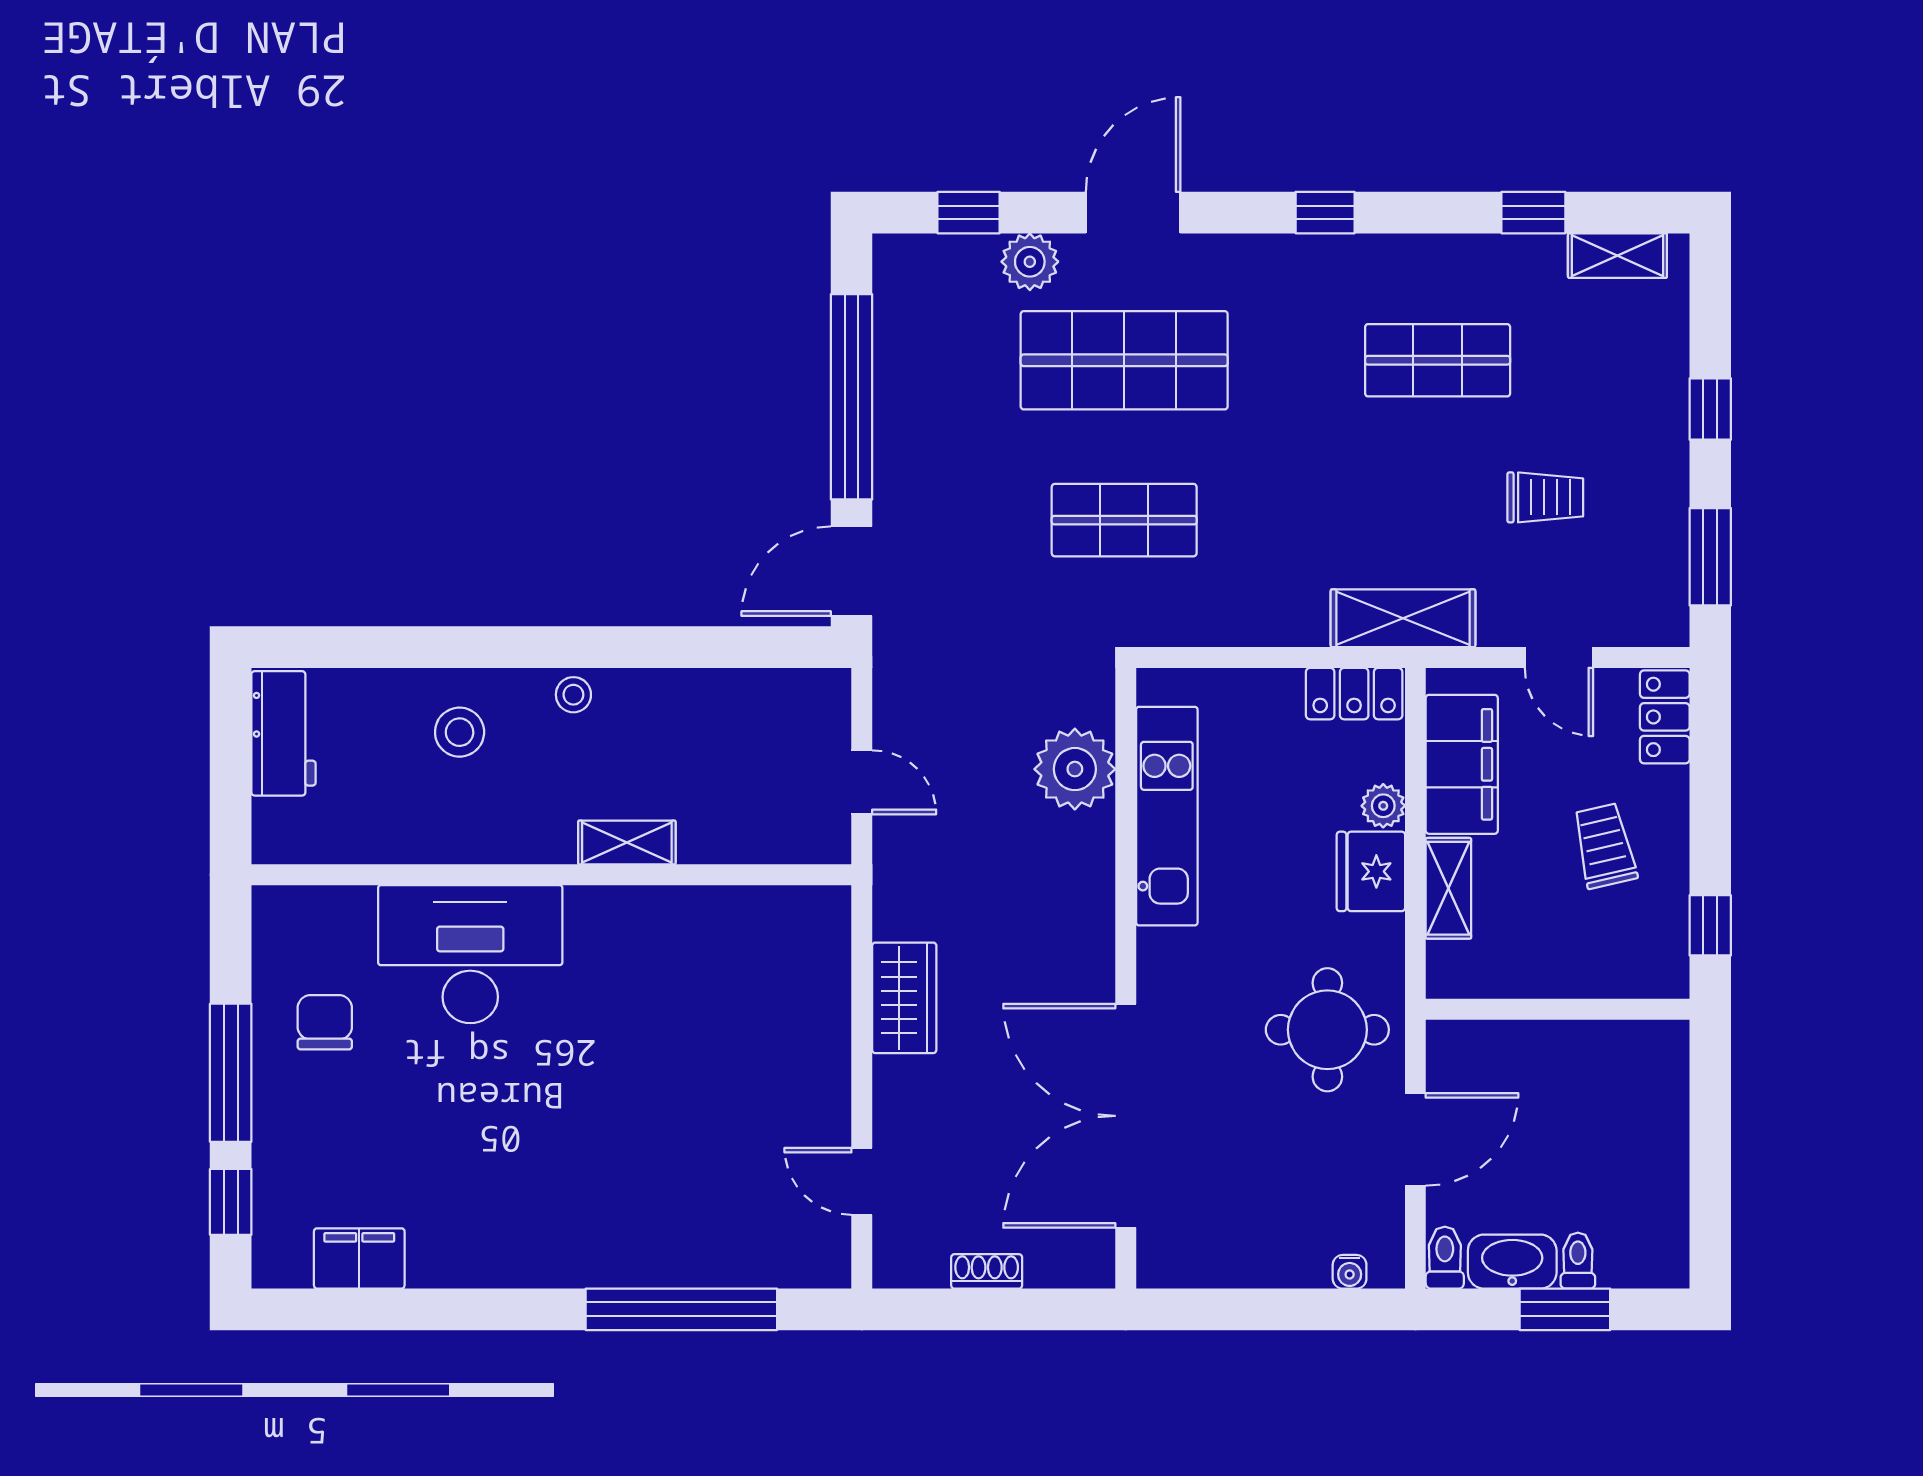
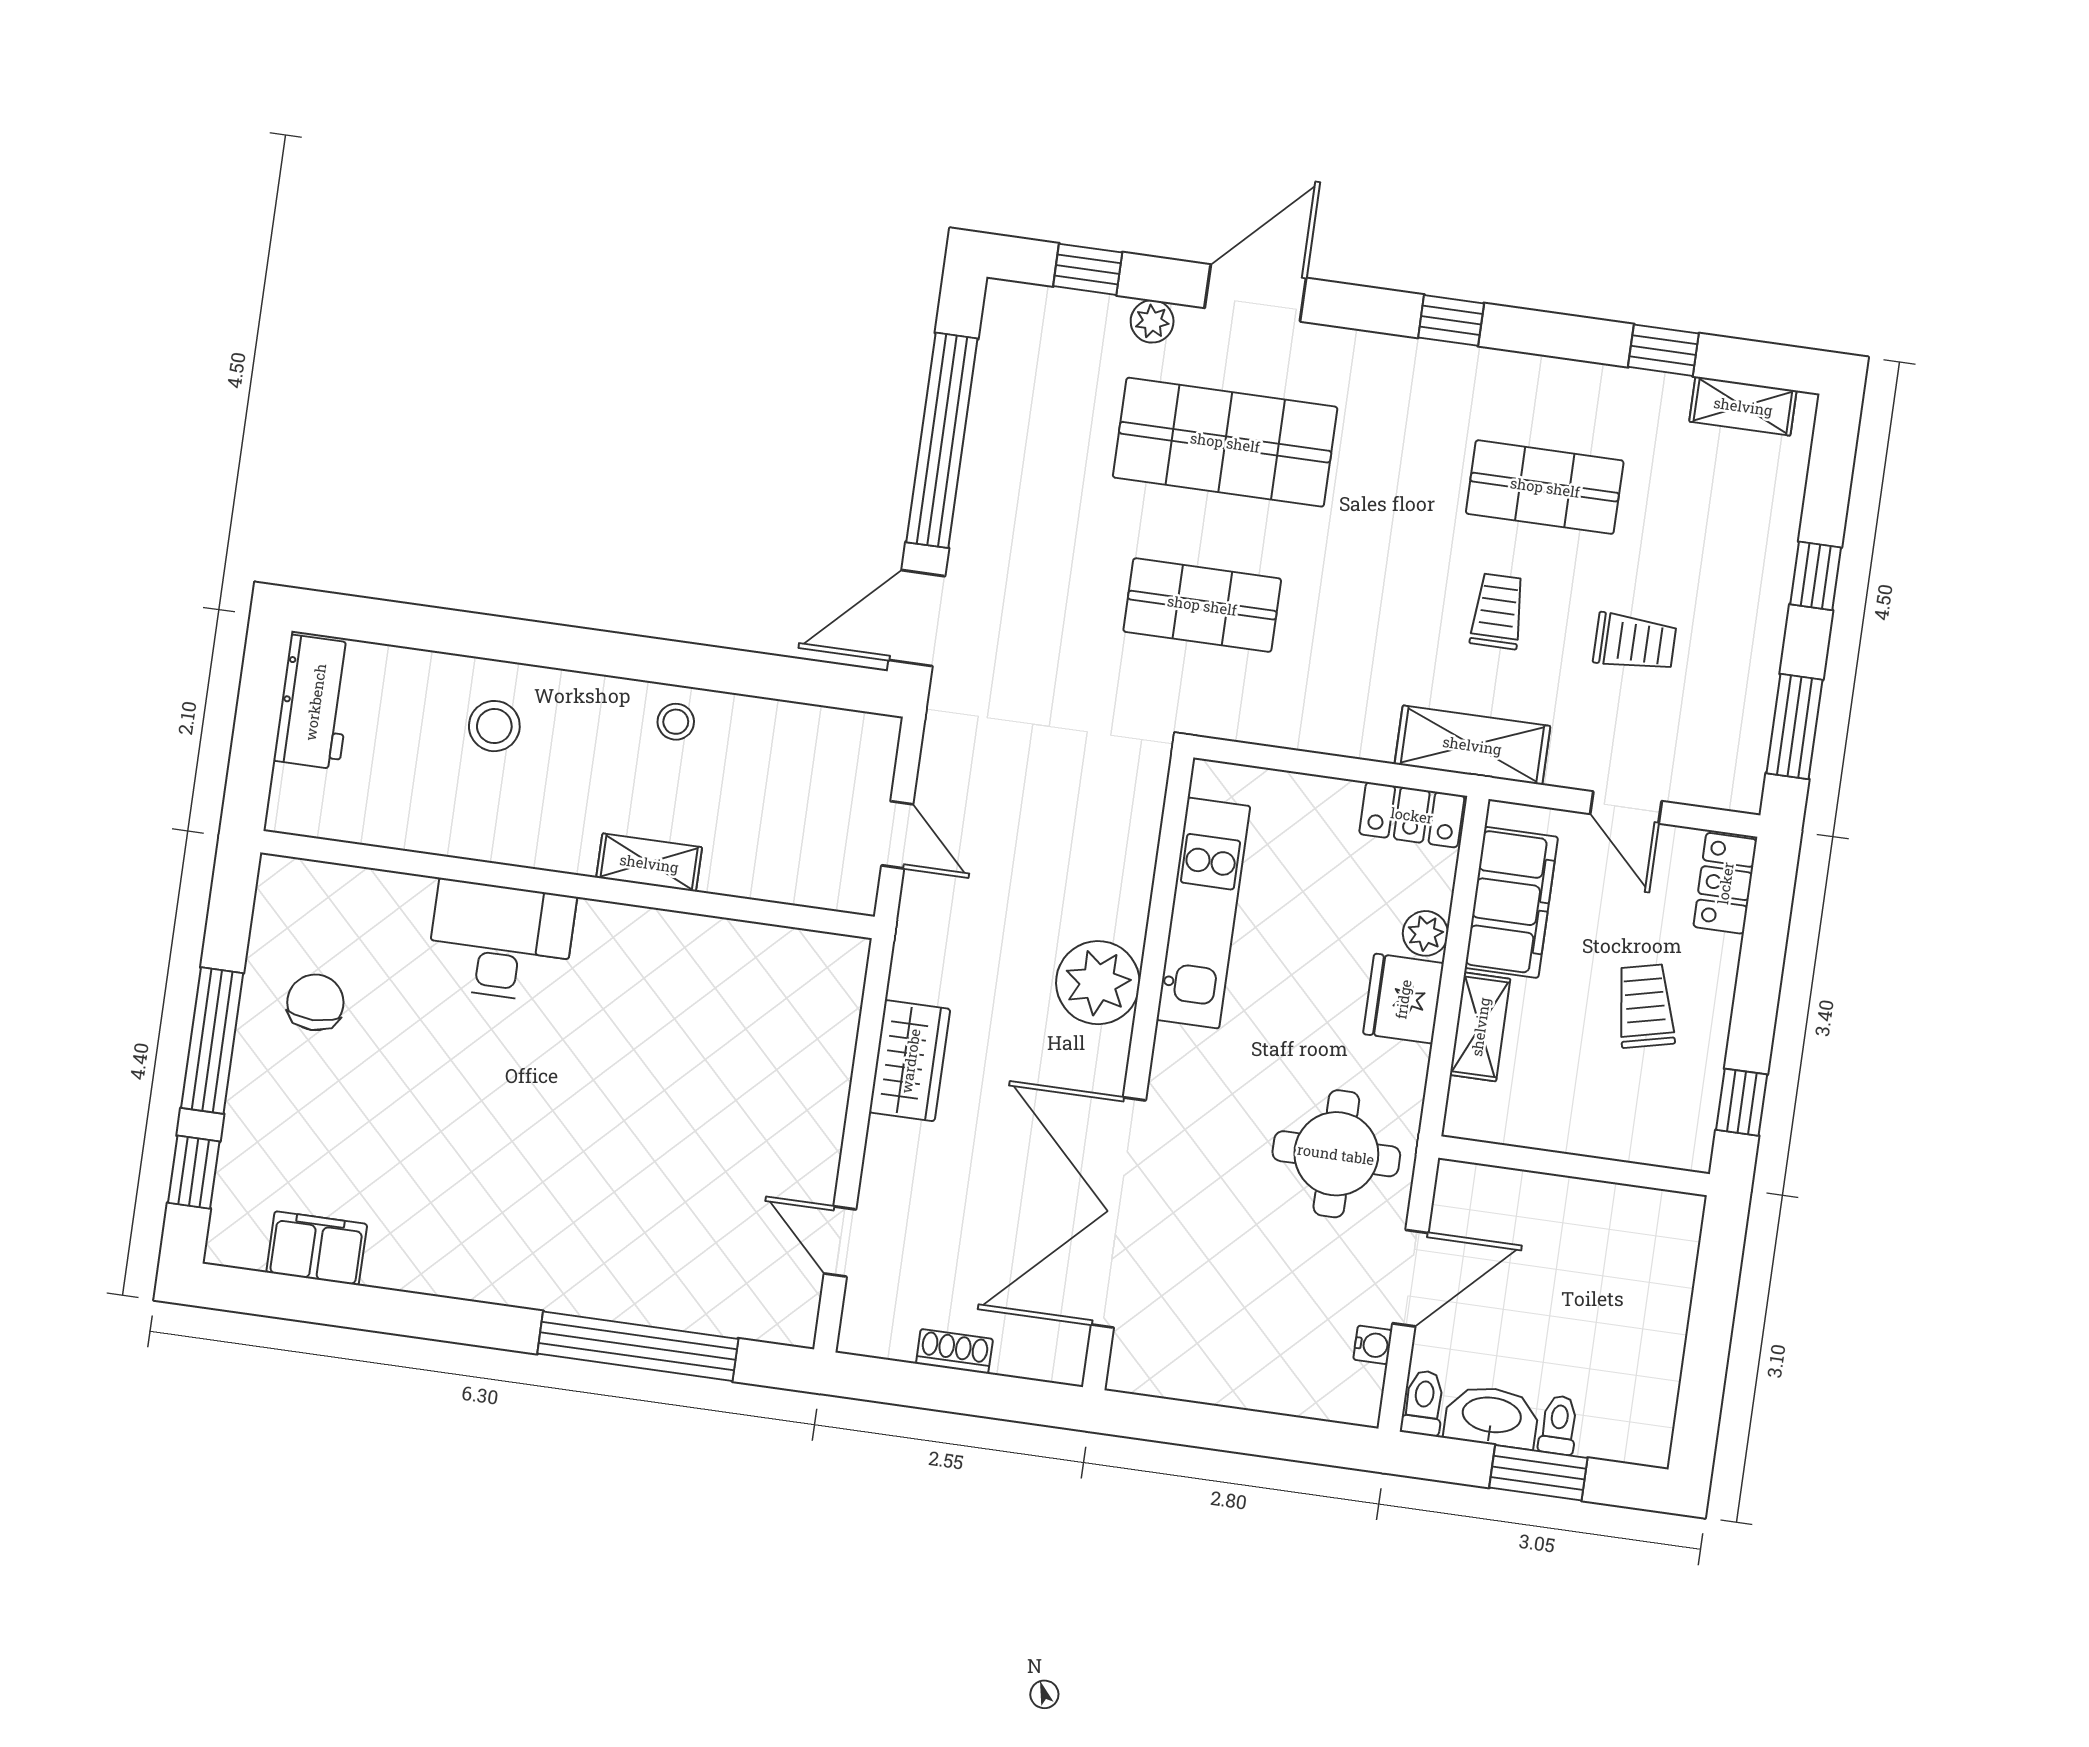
plant: (1030, 262) -> (1152, 321), width x0.73, depth x0.73
trolley: (1409, 486) -> (1498, 611), added
stool: (573, 695) -> (676, 722), moved
plant: (1075, 769) -> (1098, 983), moved
desk: (470, 954) -> (501, 941), width x0.73, depth x0.77
water cooler: (1350, 1272) -> (1373, 1345), moved, turned -90

